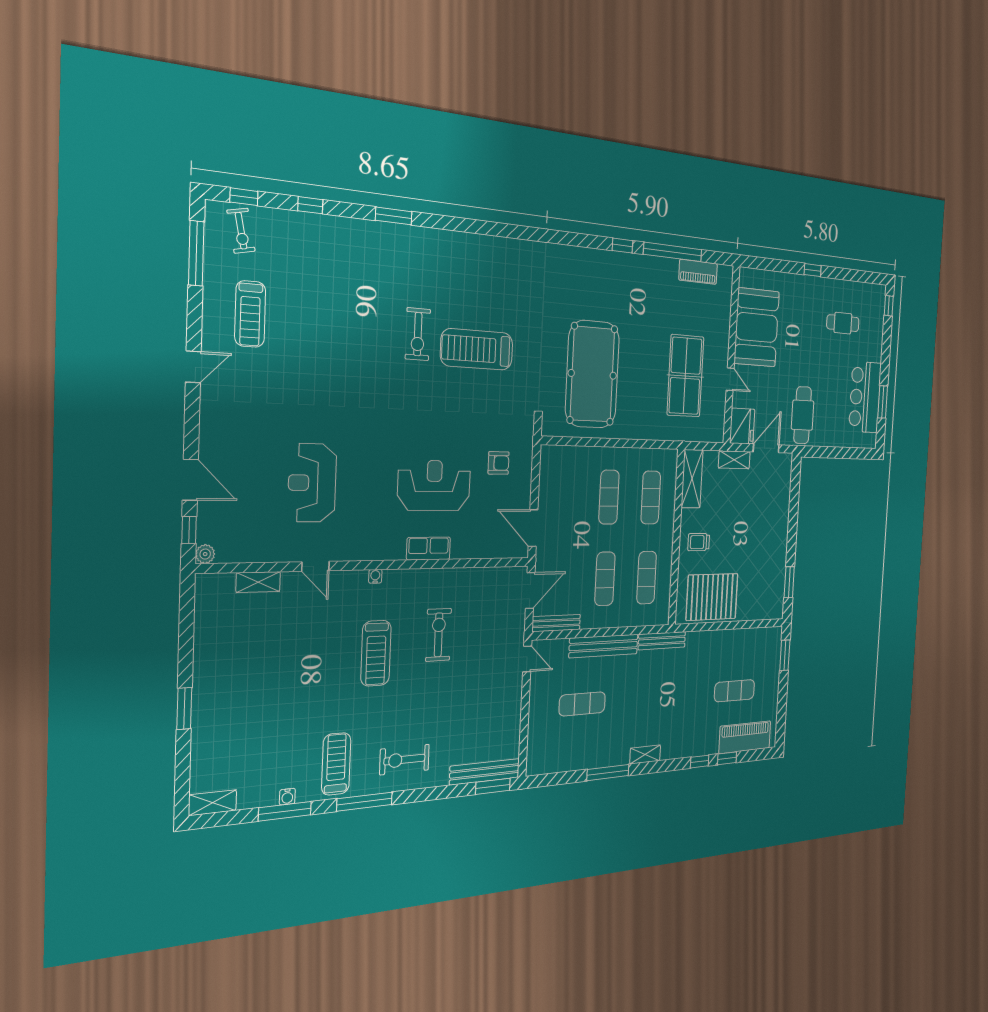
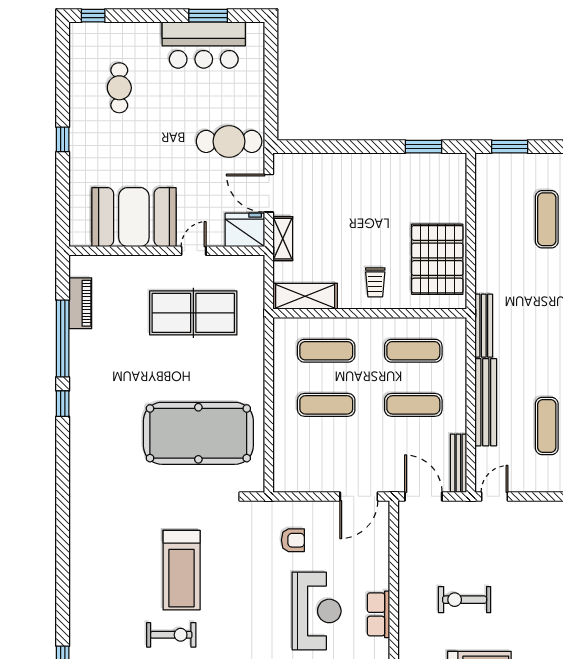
armchair: (499, 463) -> (293, 540), turned 90
reception desk: (434, 486) -> (317, 611), turned 180

